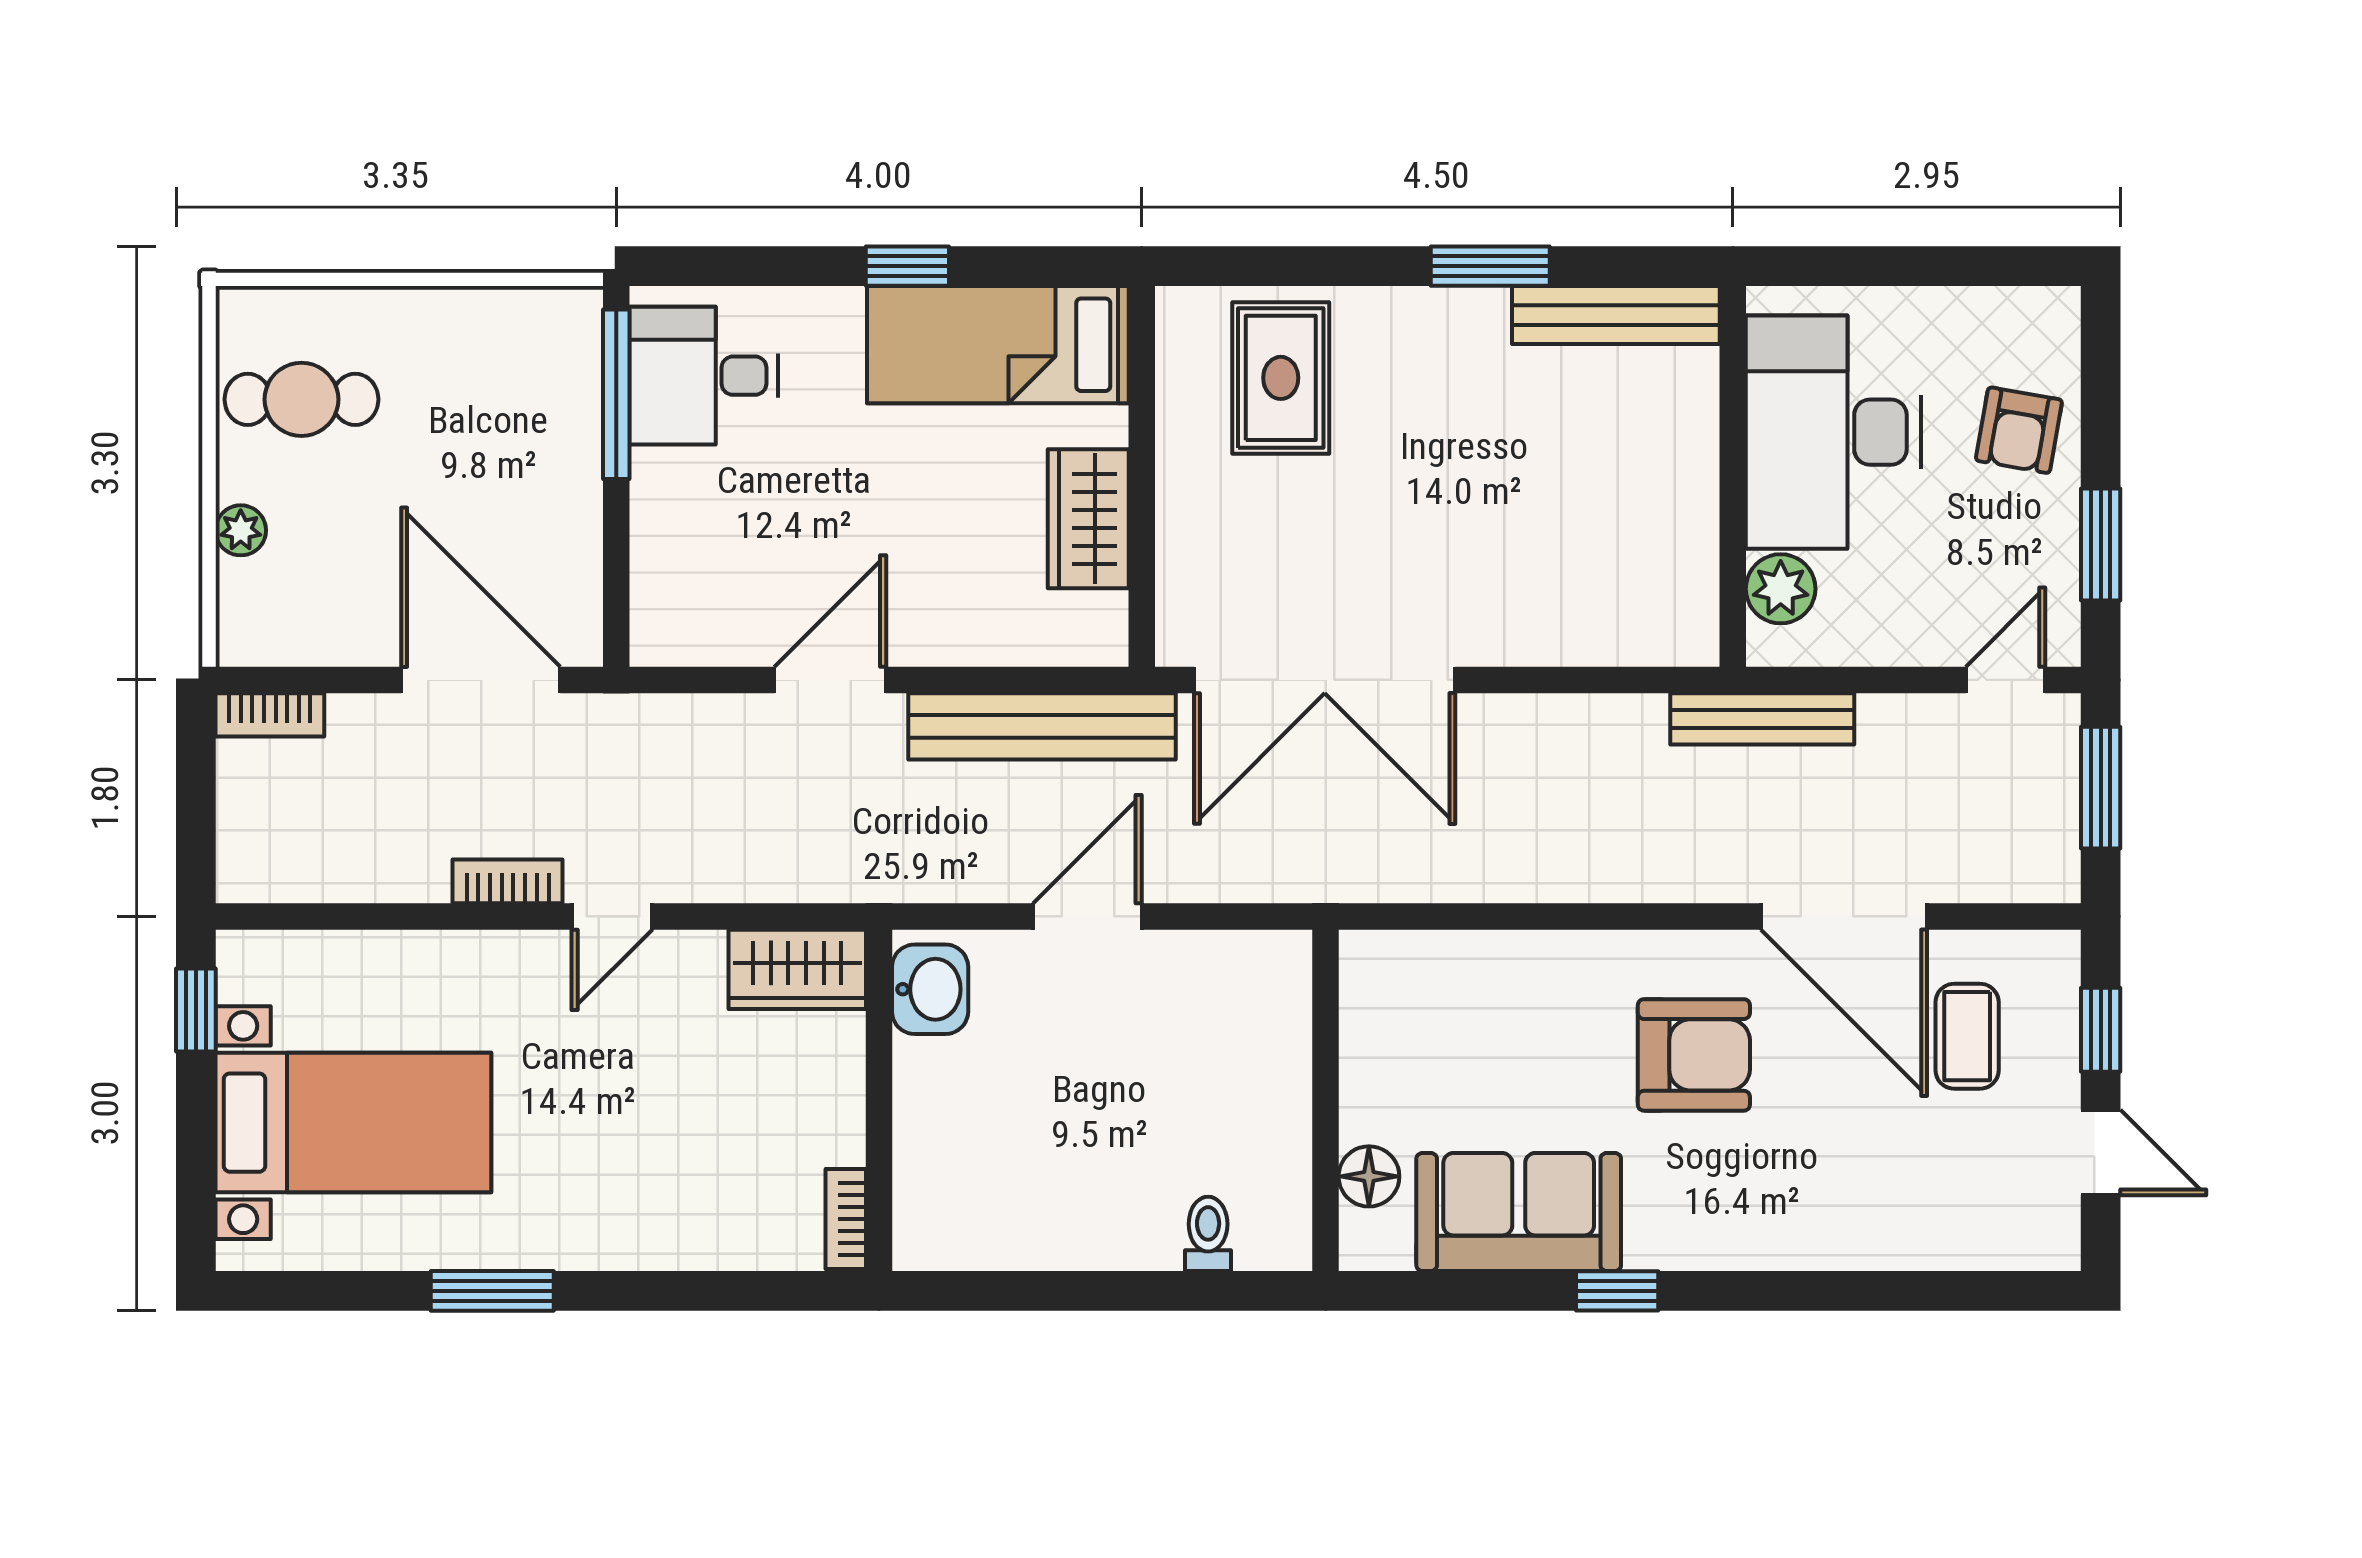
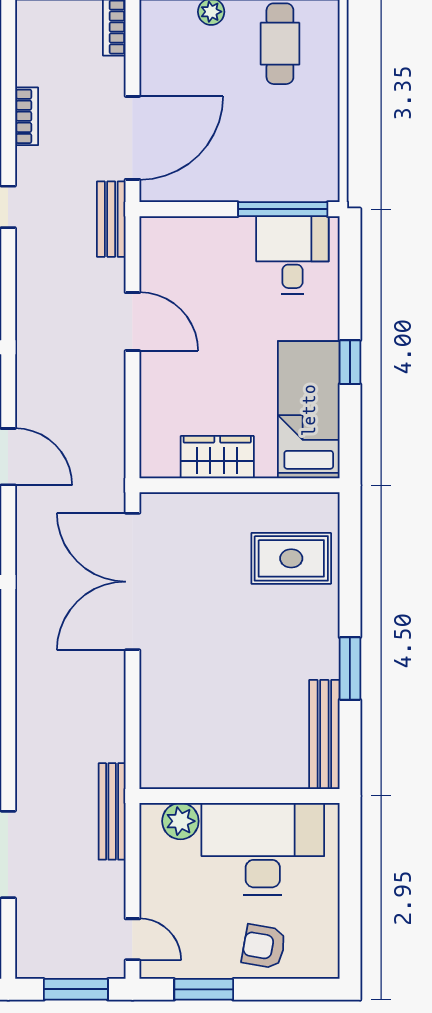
bench: (1042, 726) -> (111, 219), moved, width x0.54, depth x0.82
bookcase: (508, 881) -> (27, 116), moved

